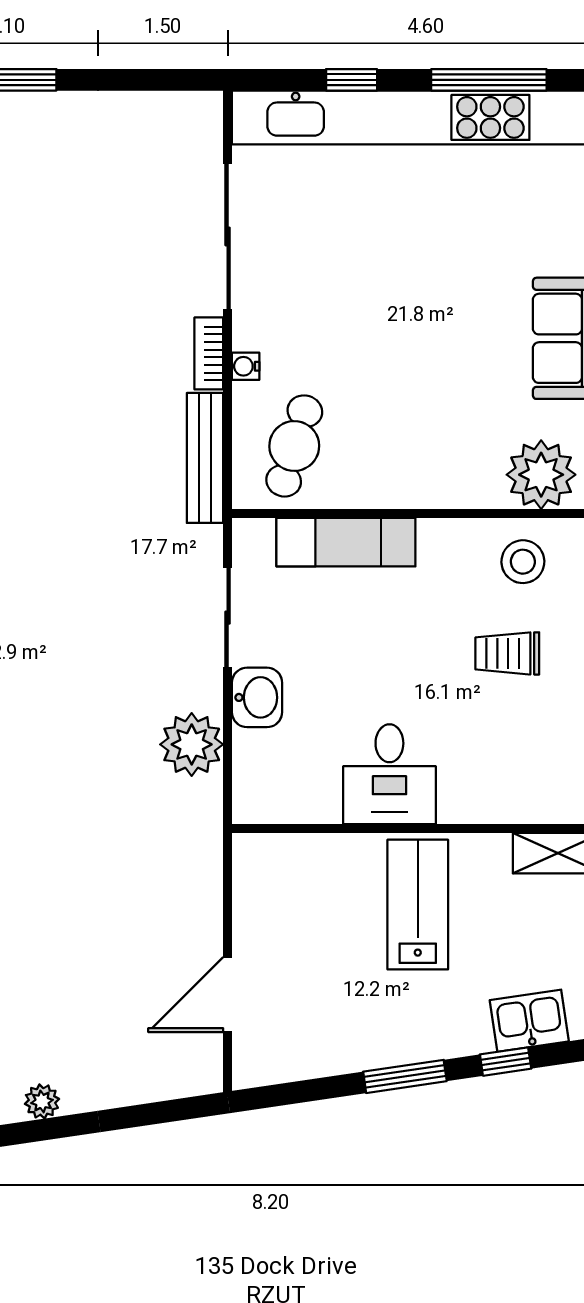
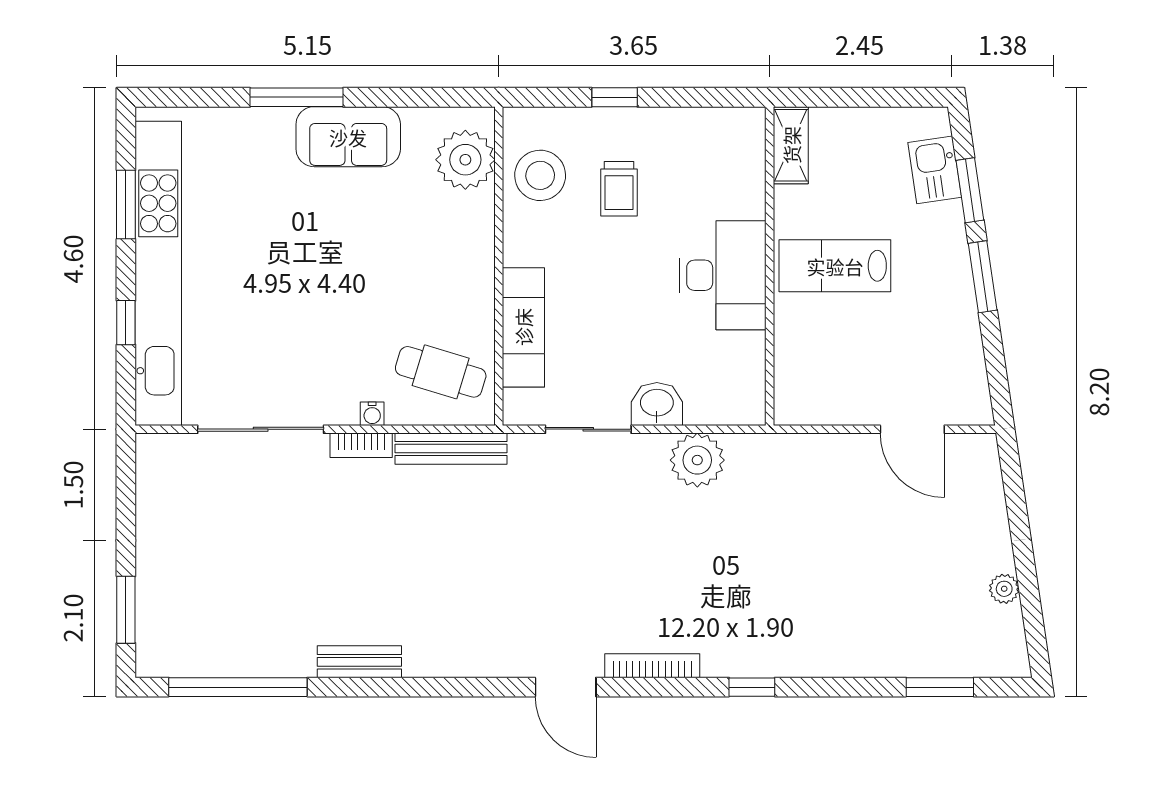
window: (489, 80) -> (126, 205), width x0.69
stool: (523, 562) -> (540, 175), width x1.38, depth x1.38
desk: (389, 774) -> (723, 275), width x1.37
window: (506, 1062) -> (970, 190), width x1.50

